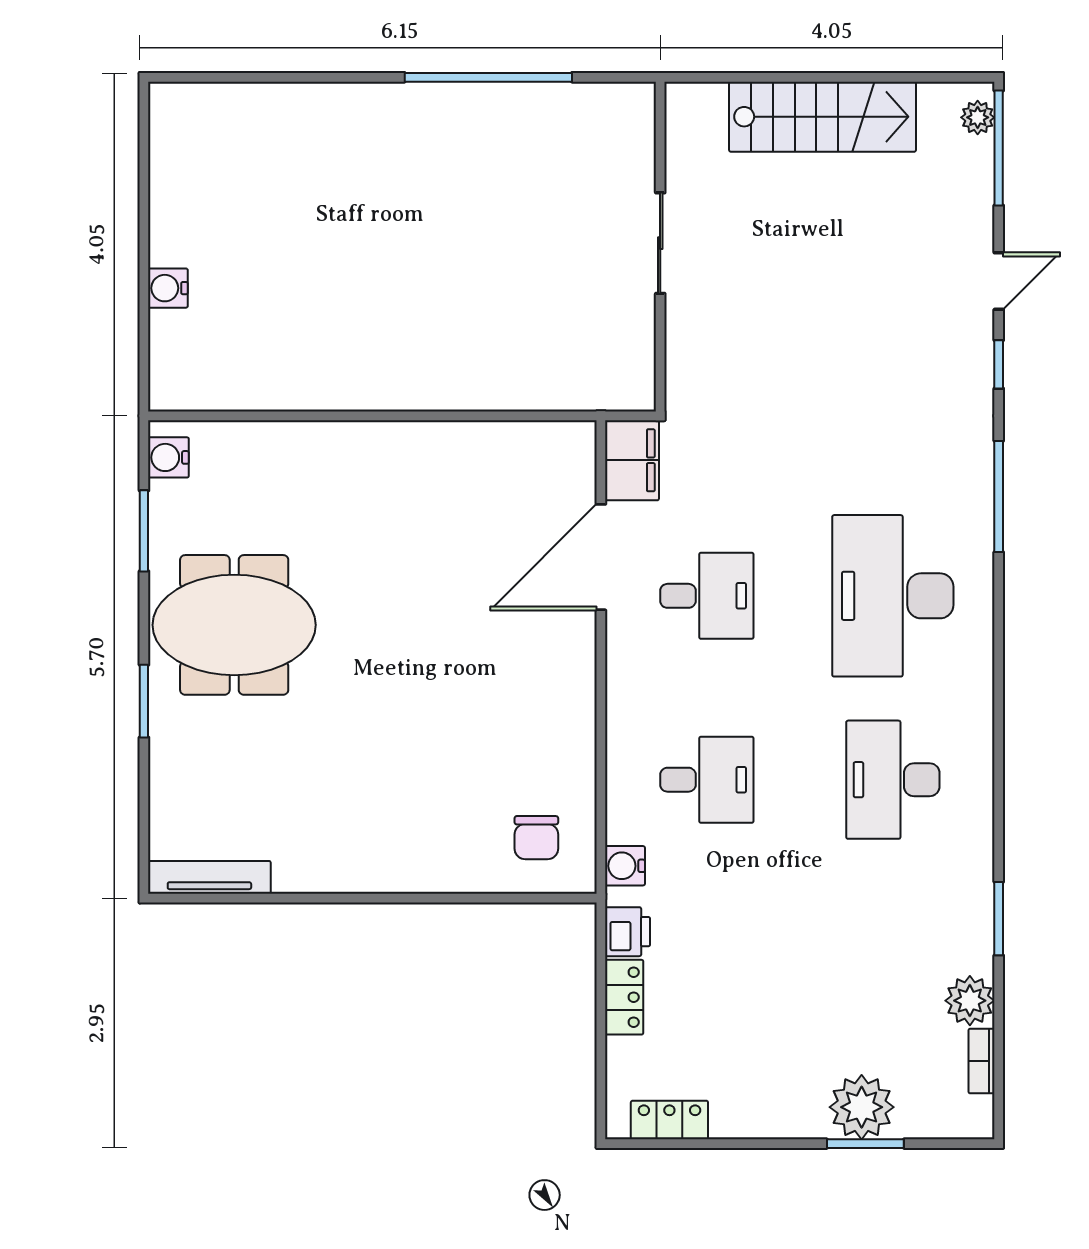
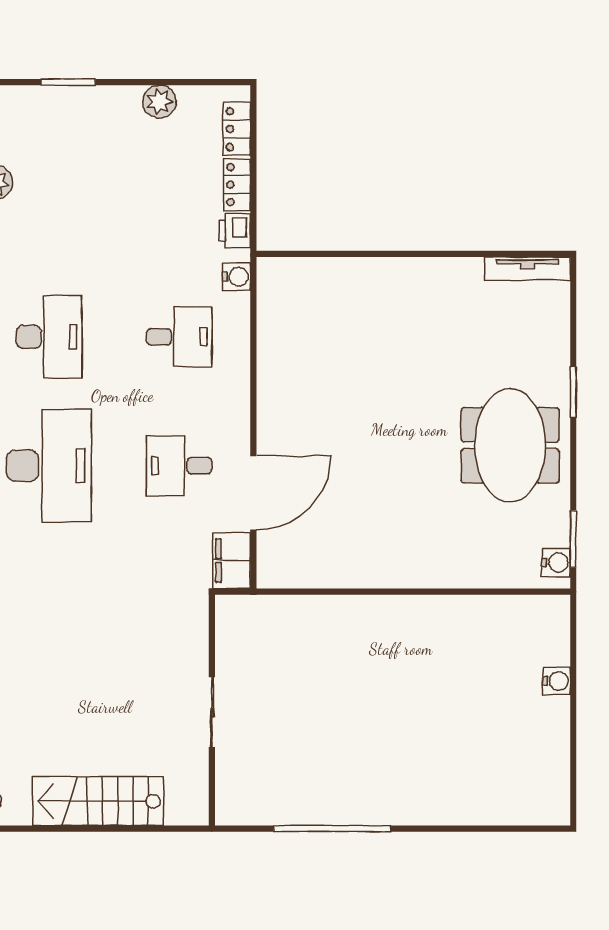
window: (144, 531) -> (573, 539), moved
meeting table: (234, 625) -> (510, 445), turned 90
desk: (707, 780) -> (179, 337), turned 180
chair: (536, 838) -> (299, 296), removed
plant: (862, 1107) -> (159, 102), moved, width x0.73, depth x0.73
locker: (669, 1120) -> (237, 129), moved, turned 90

